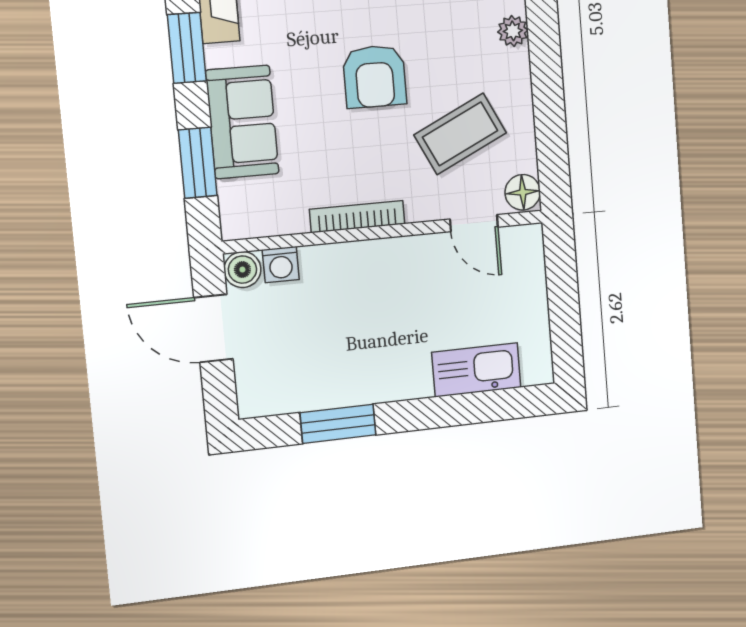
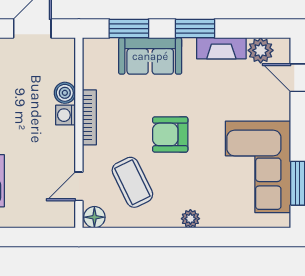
washing machine: (281, 265) -> (66, 115), moved
boiler: (242, 270) -> (65, 93), moved

